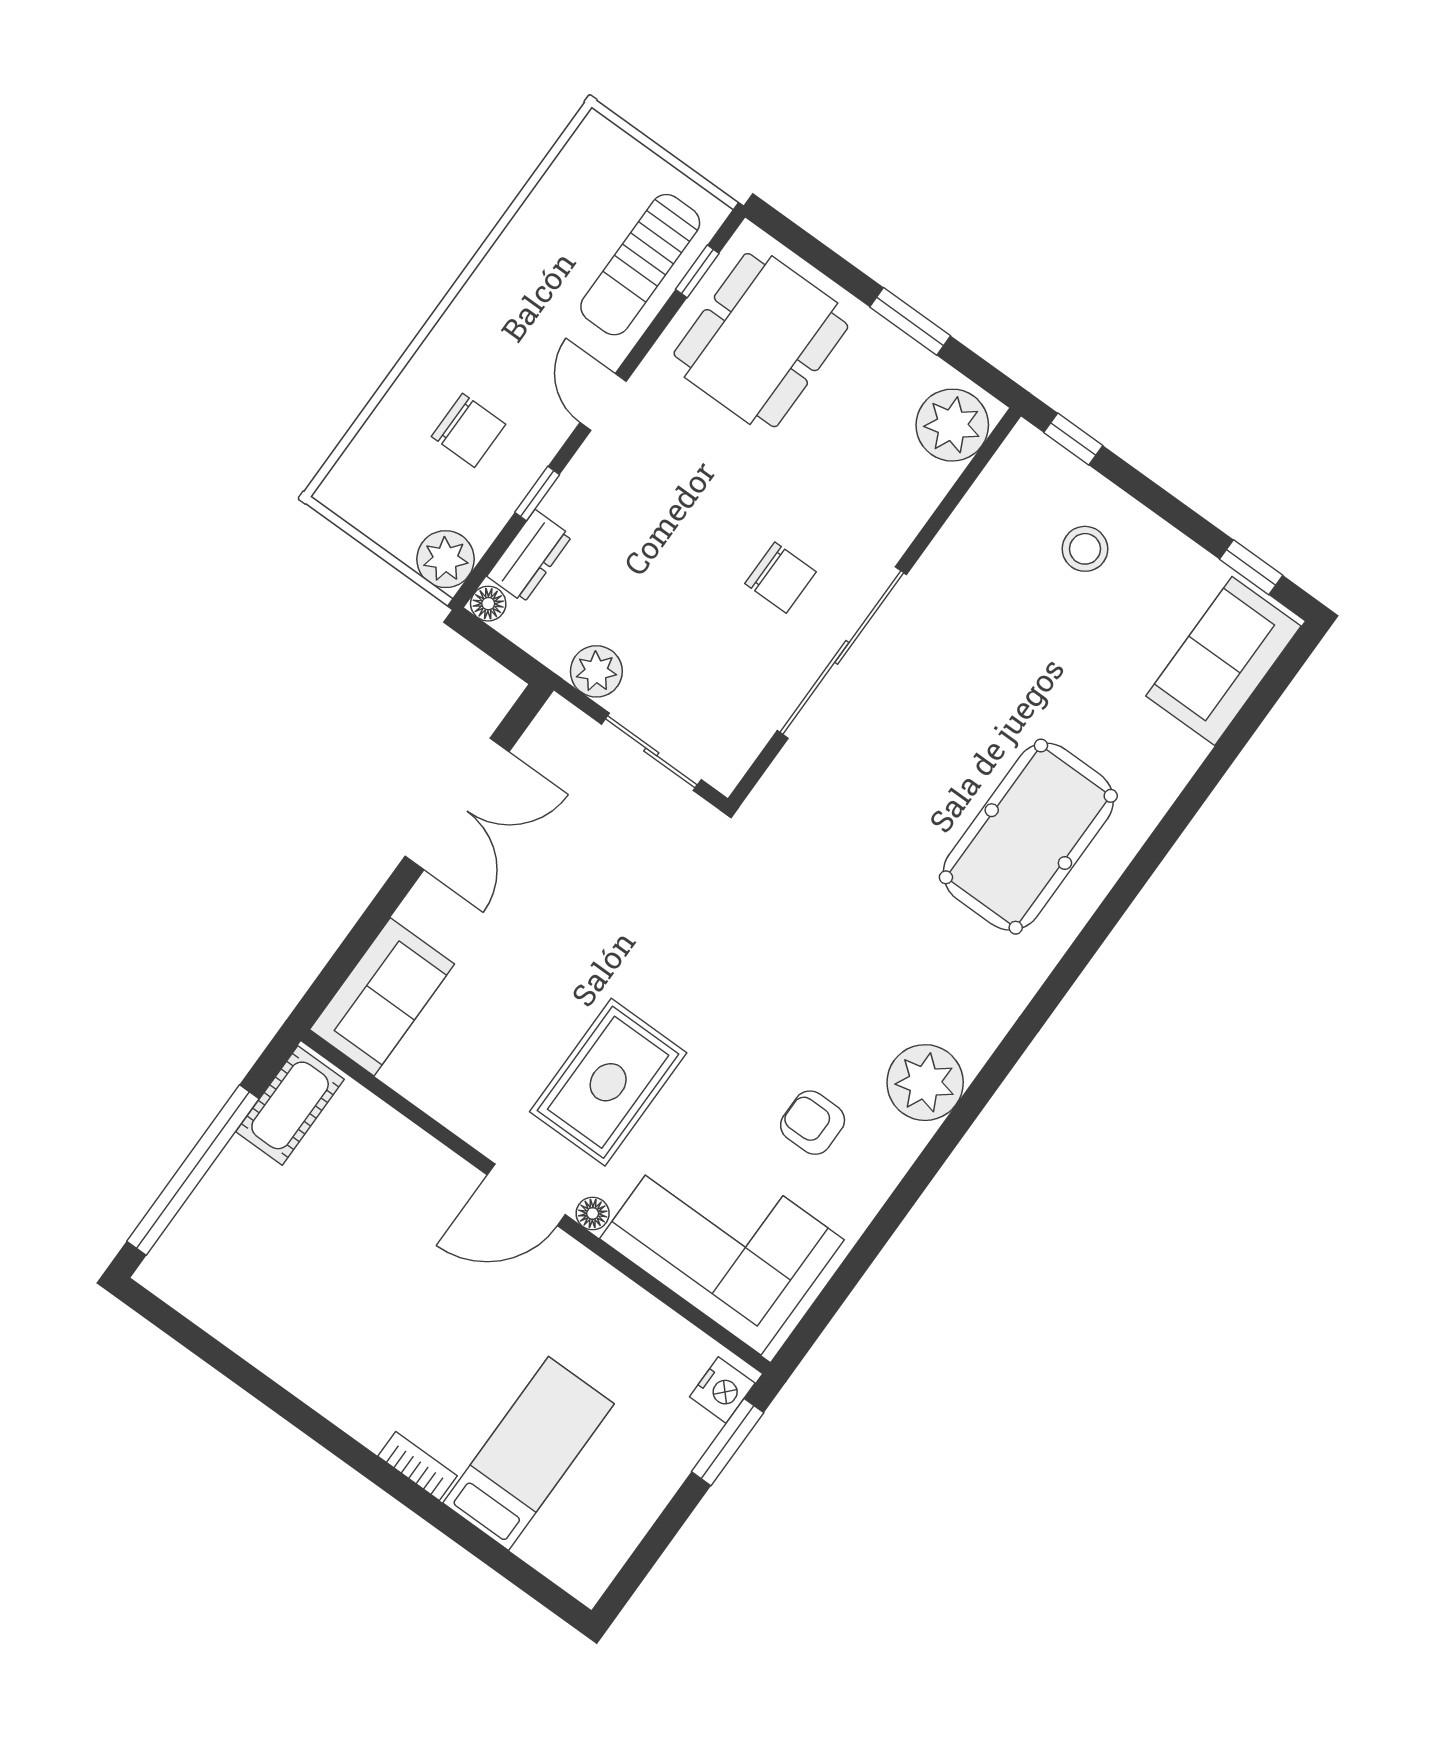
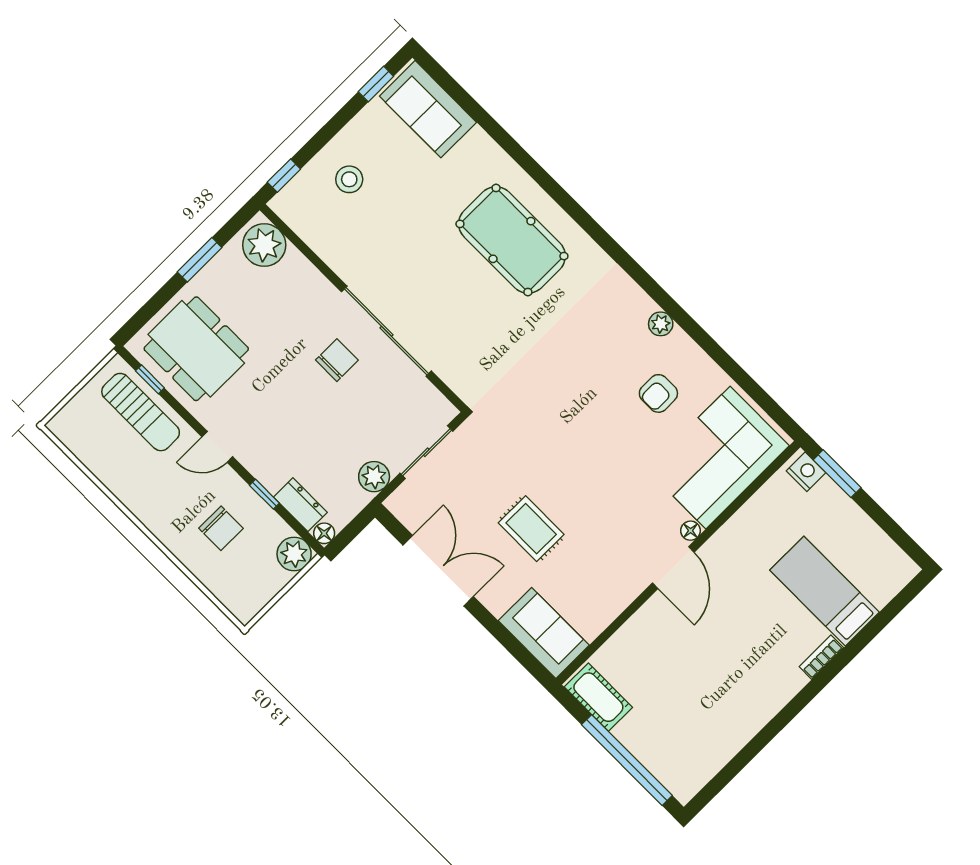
chair: (469, 430) -> (221, 528), turned 90
rug: (608, 1082) -> (531, 529), moved, width x0.73, depth x0.70
plant: (925, 1083) -> (661, 324), width x0.53, depth x0.53

